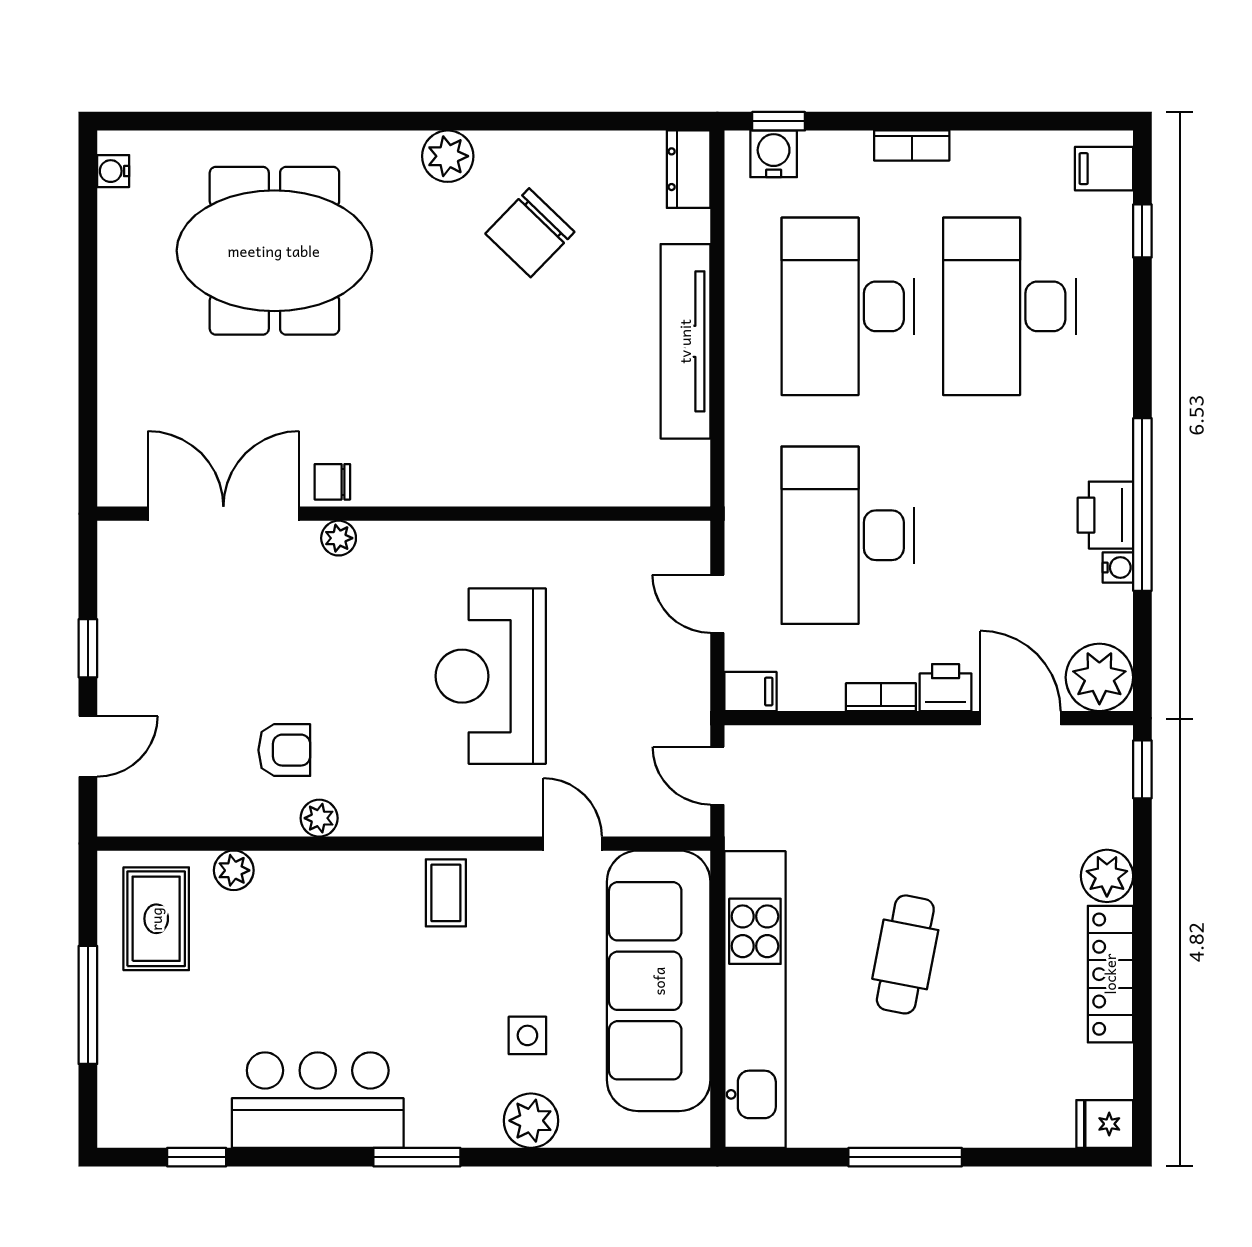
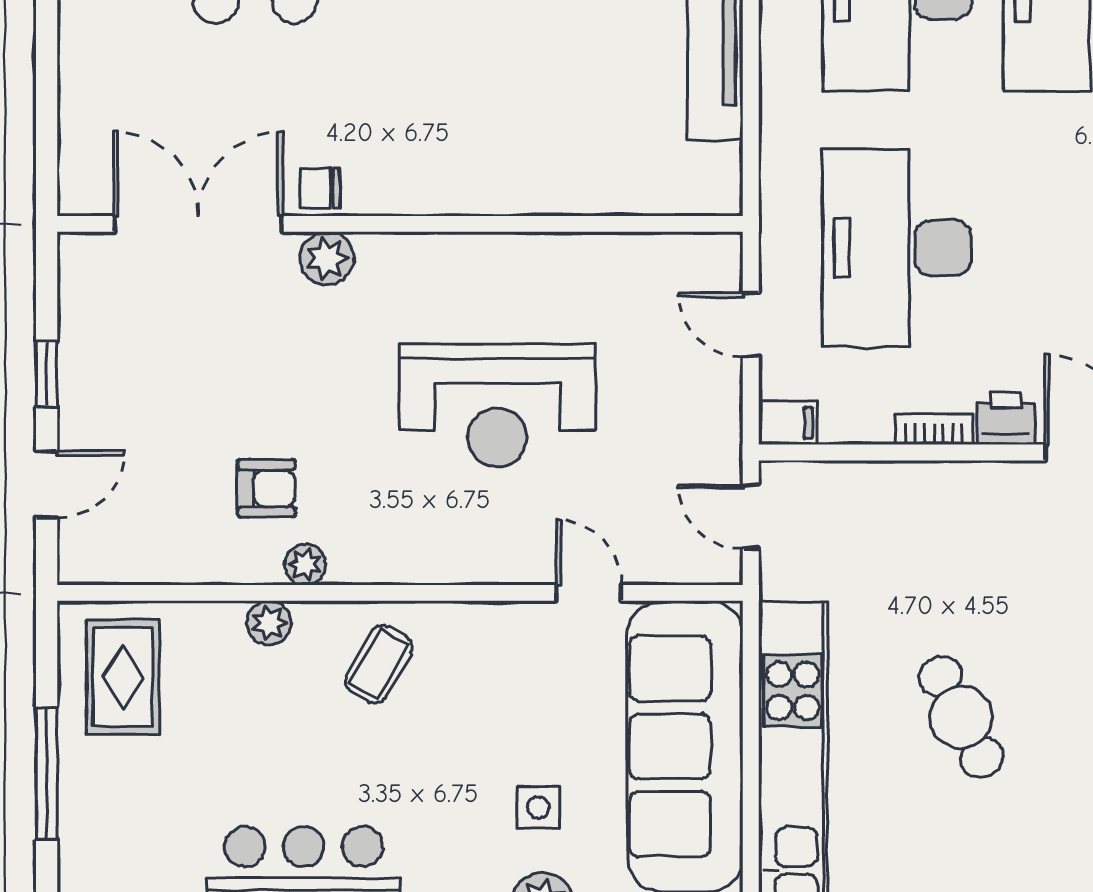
plant: (339, 538) -> (327, 258), width x1.38, depth x1.38
reception desk: (491, 676) -> (497, 406), turned -90
plant: (234, 870) -> (269, 623), moved
coffee table: (446, 893) -> (379, 664), moved, turned 30
cafe table: (905, 954) -> (961, 717), turned -38

